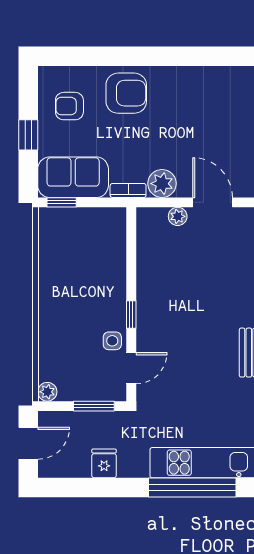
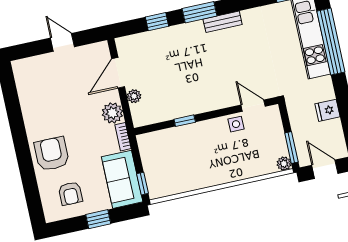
window: (131, 314) -> (185, 121), moved
window: (94, 406) -> (291, 147), moved

